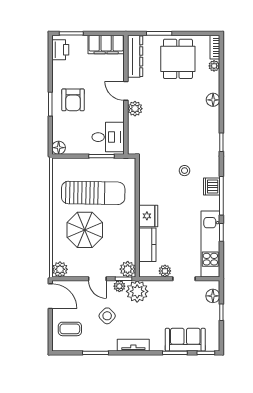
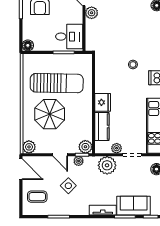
plant: (137, 291) -> (107, 165), moved
tv unit: (133, 345) -> (103, 210), moved

